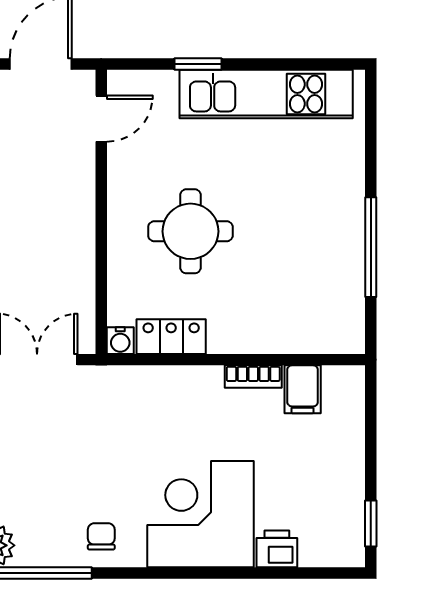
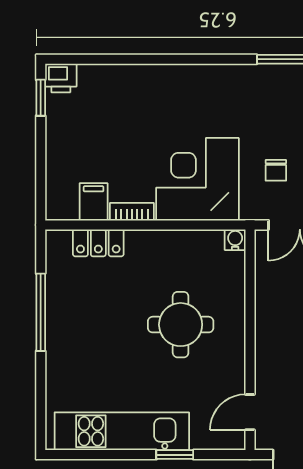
locker: (171, 337) -> (98, 243), moved
corner desk: (200, 514) -> (198, 179), moved, turned 180
chair: (101, 536) -> (276, 170), moved
printer: (277, 549) -> (61, 78), moved

